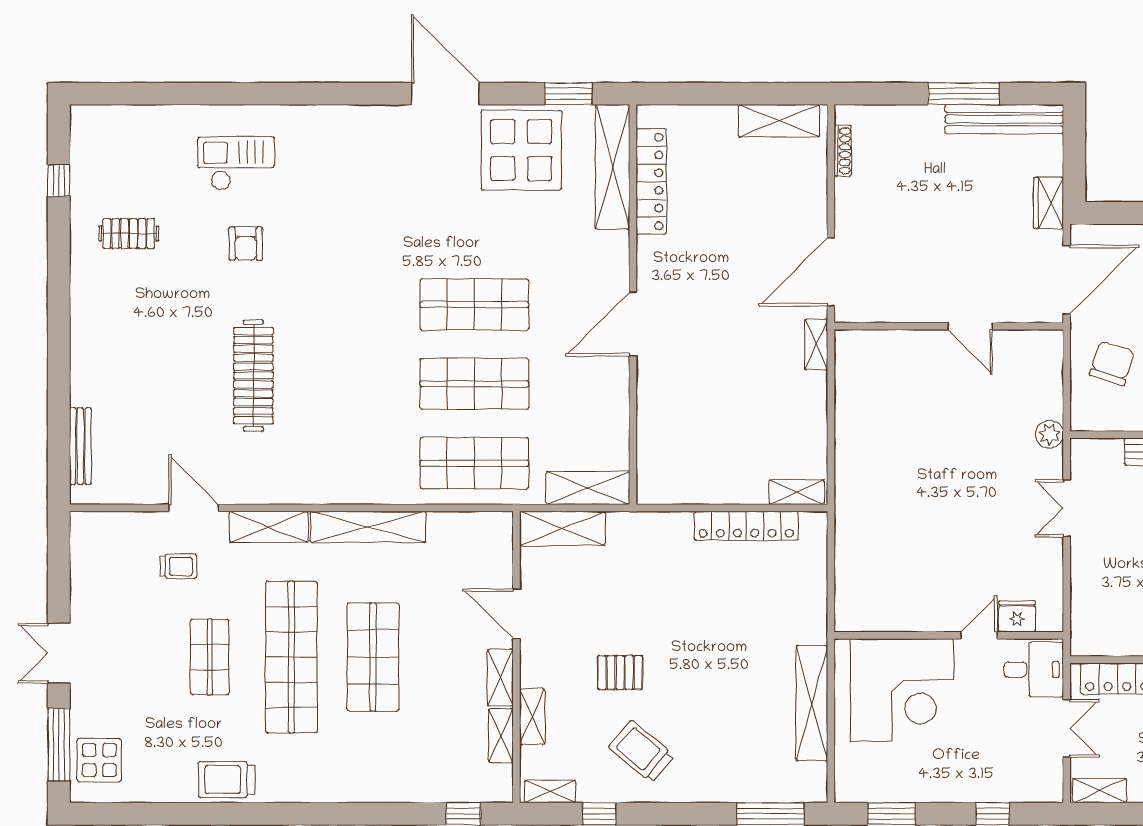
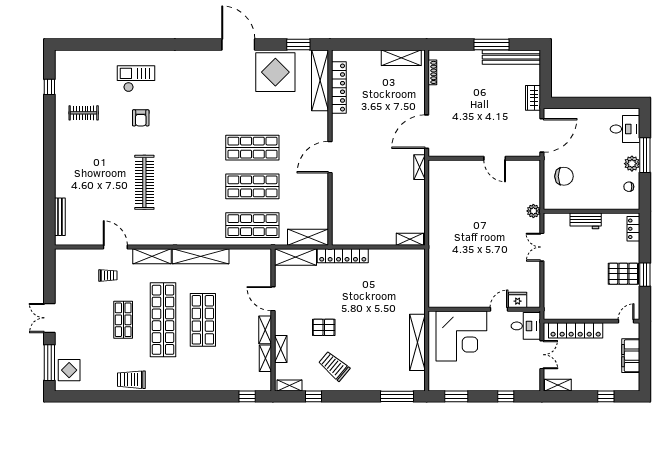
chair: (1112, 363) -> (564, 176), turned 72
locker: (746, 526) -> (343, 256), moved

